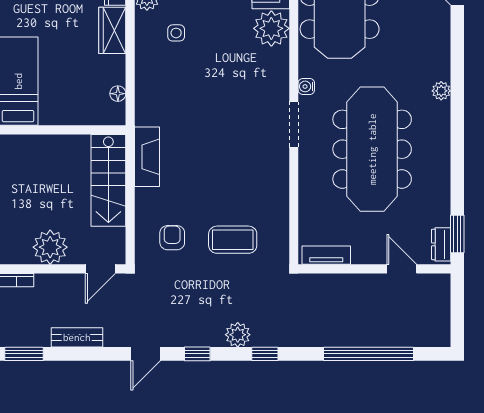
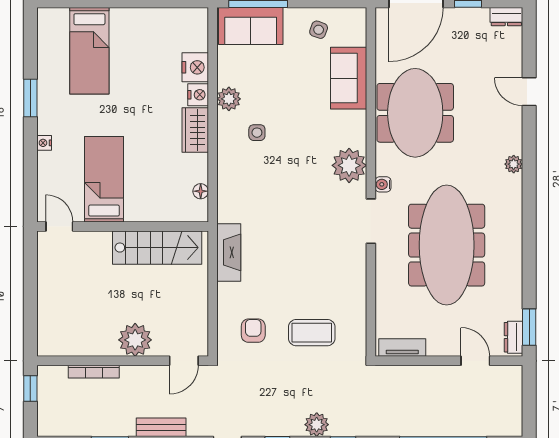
plant: (271, 28) -> (349, 165), moved
plant: (441, 91) -> (514, 164), moved
stairs: (108, 180) -> (157, 248), moved, turned -90

